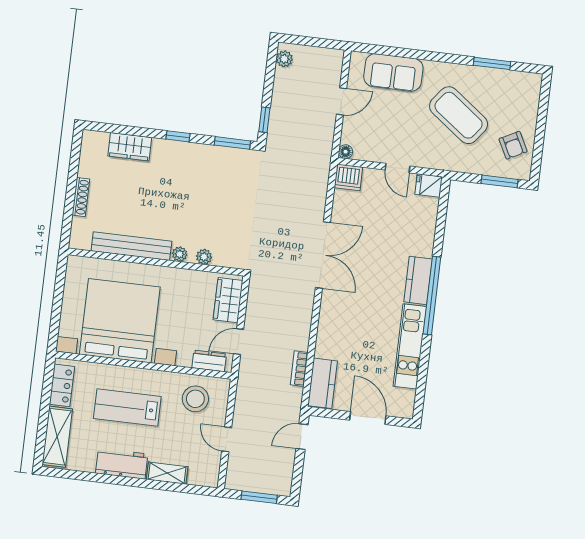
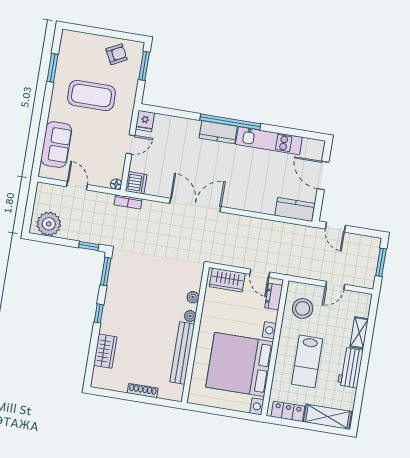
plant: (284, 59) -> (49, 224), width x1.88, depth x1.88
coffee table: (459, 115) -> (91, 95), turned 53
bookcase: (299, 369) -> (128, 202), moved
door: (368, 418) -> (323, 176), hinge flipped

